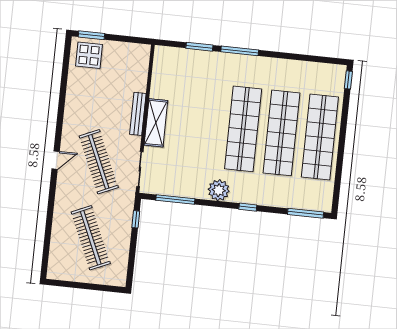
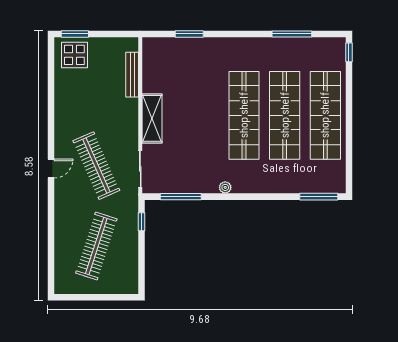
window: (240, 51) -> (292, 34), moved
bench: (138, 114) -> (132, 75), moved
plant: (219, 190) -> (225, 187), width x0.53, depth x0.53
window: (248, 207) -> (258, 197), removed
clothes rail: (91, 238) -> (96, 246), turned 42

